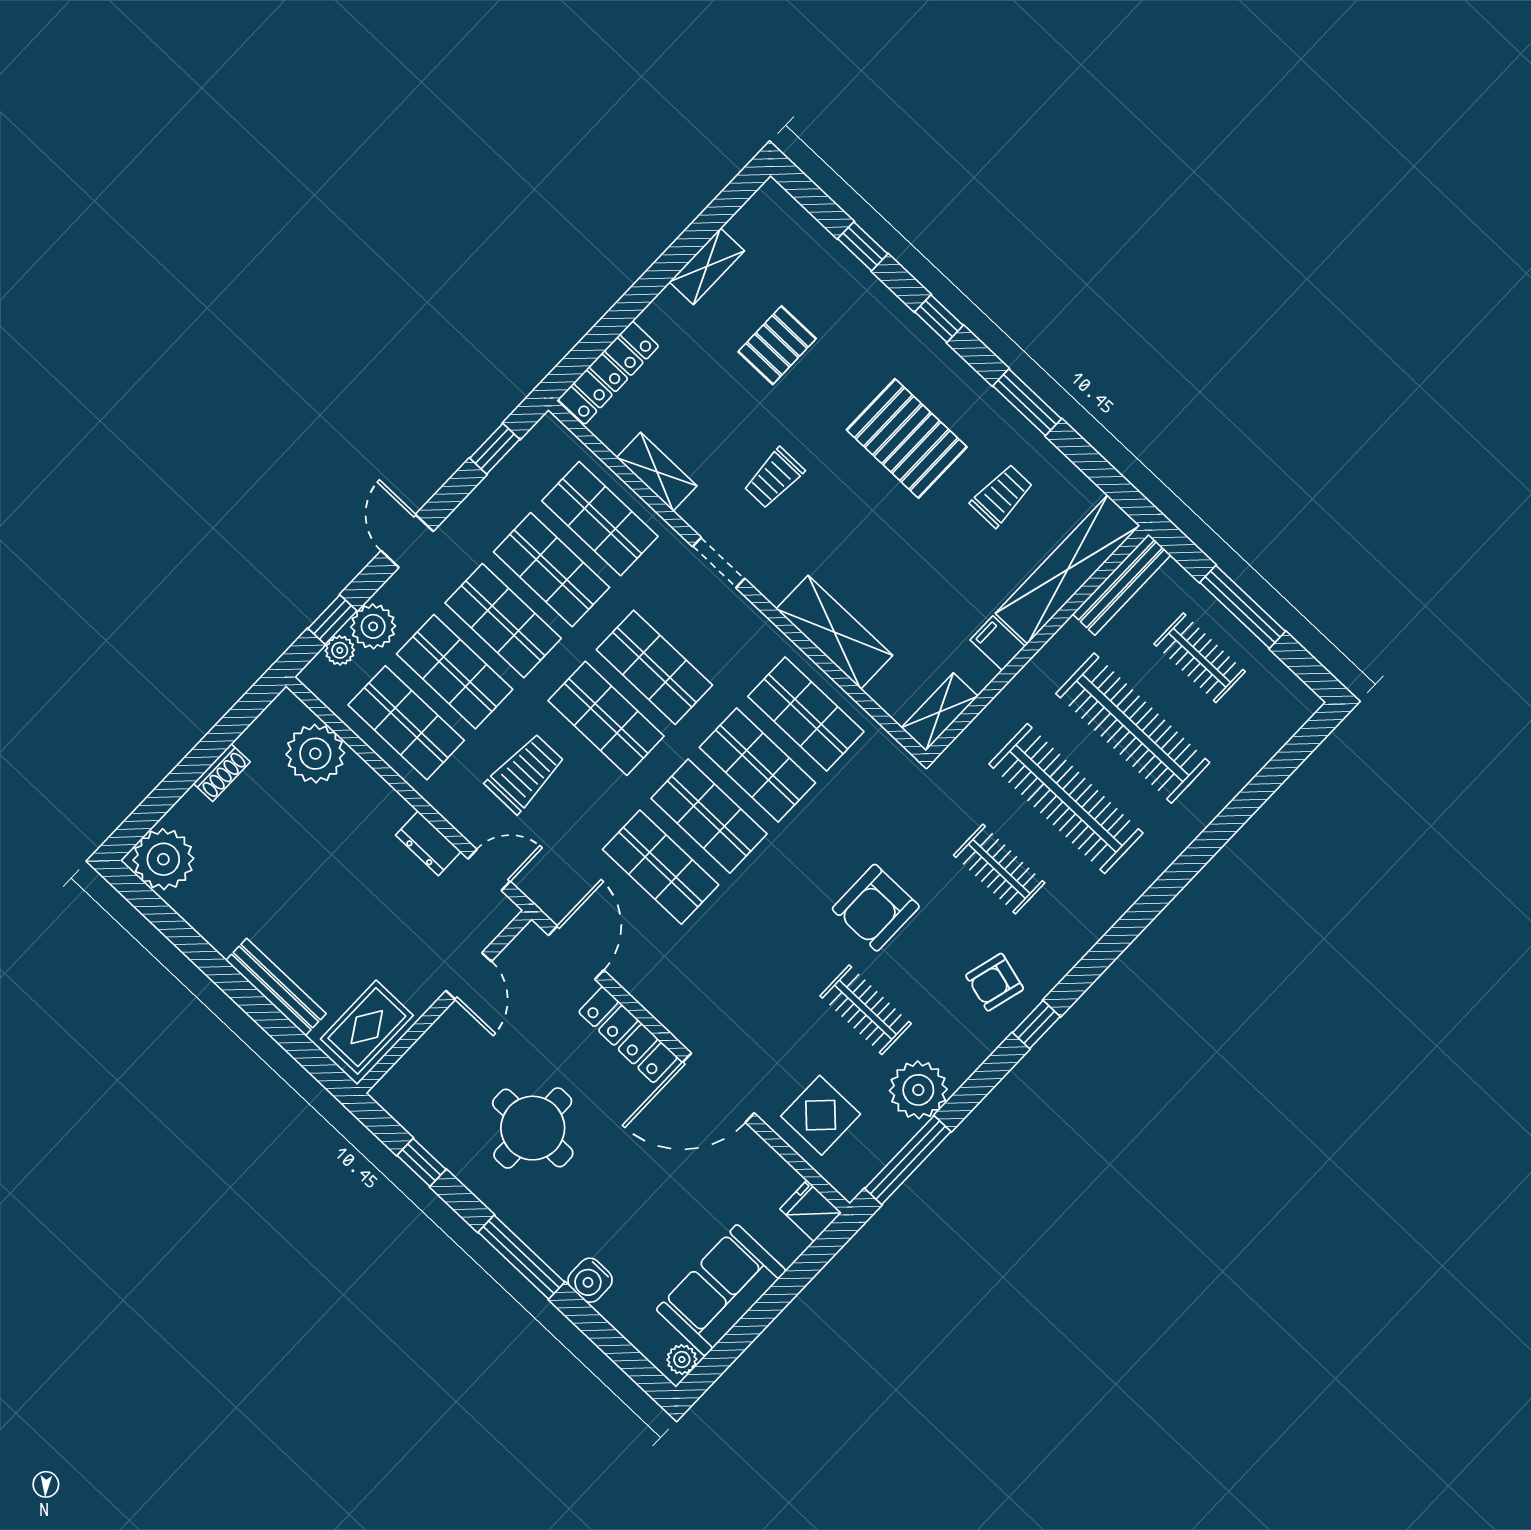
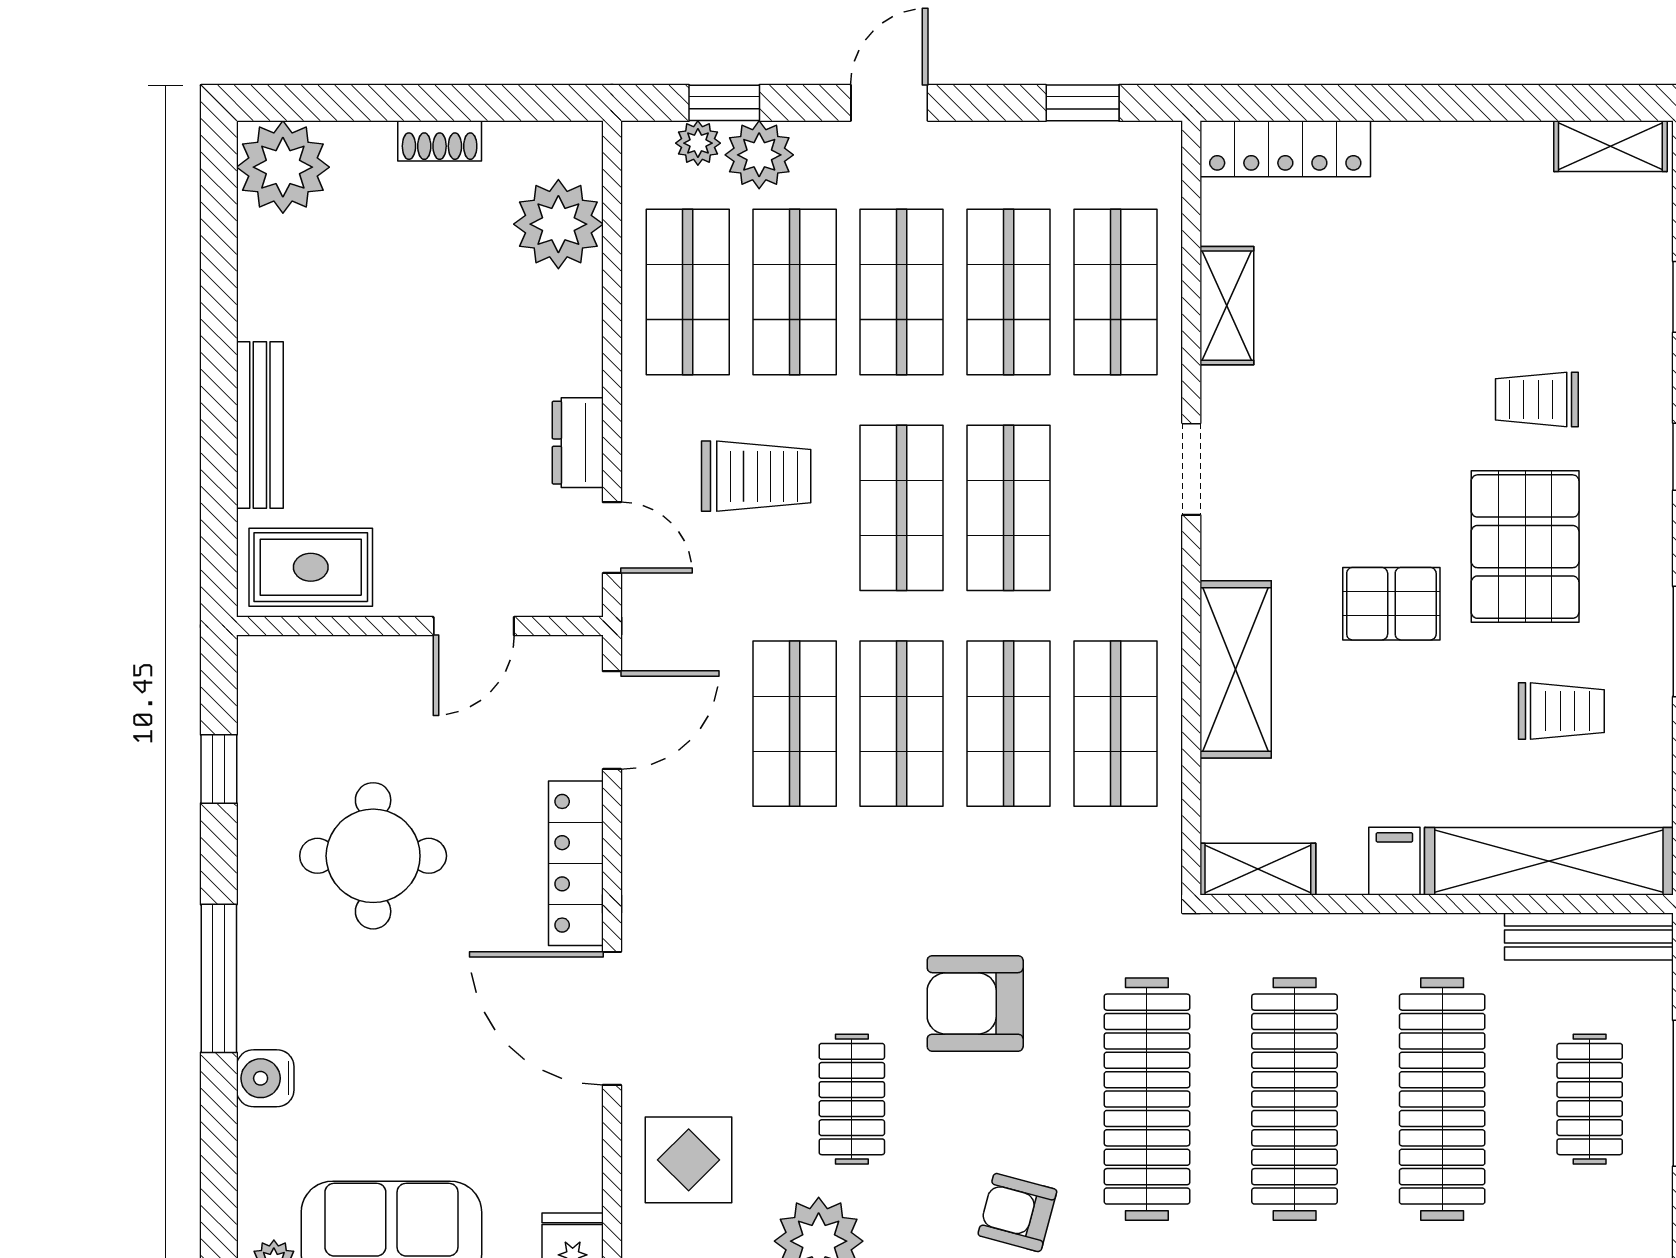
shelving: (707, 266) -> (1610, 146), moved
pallet: (777, 345) -> (1391, 604), moved
trolley: (774, 478) -> (1537, 399), moved
clothes rail: (999, 869) -> (1147, 1099), width x1.86, depth x1.31

